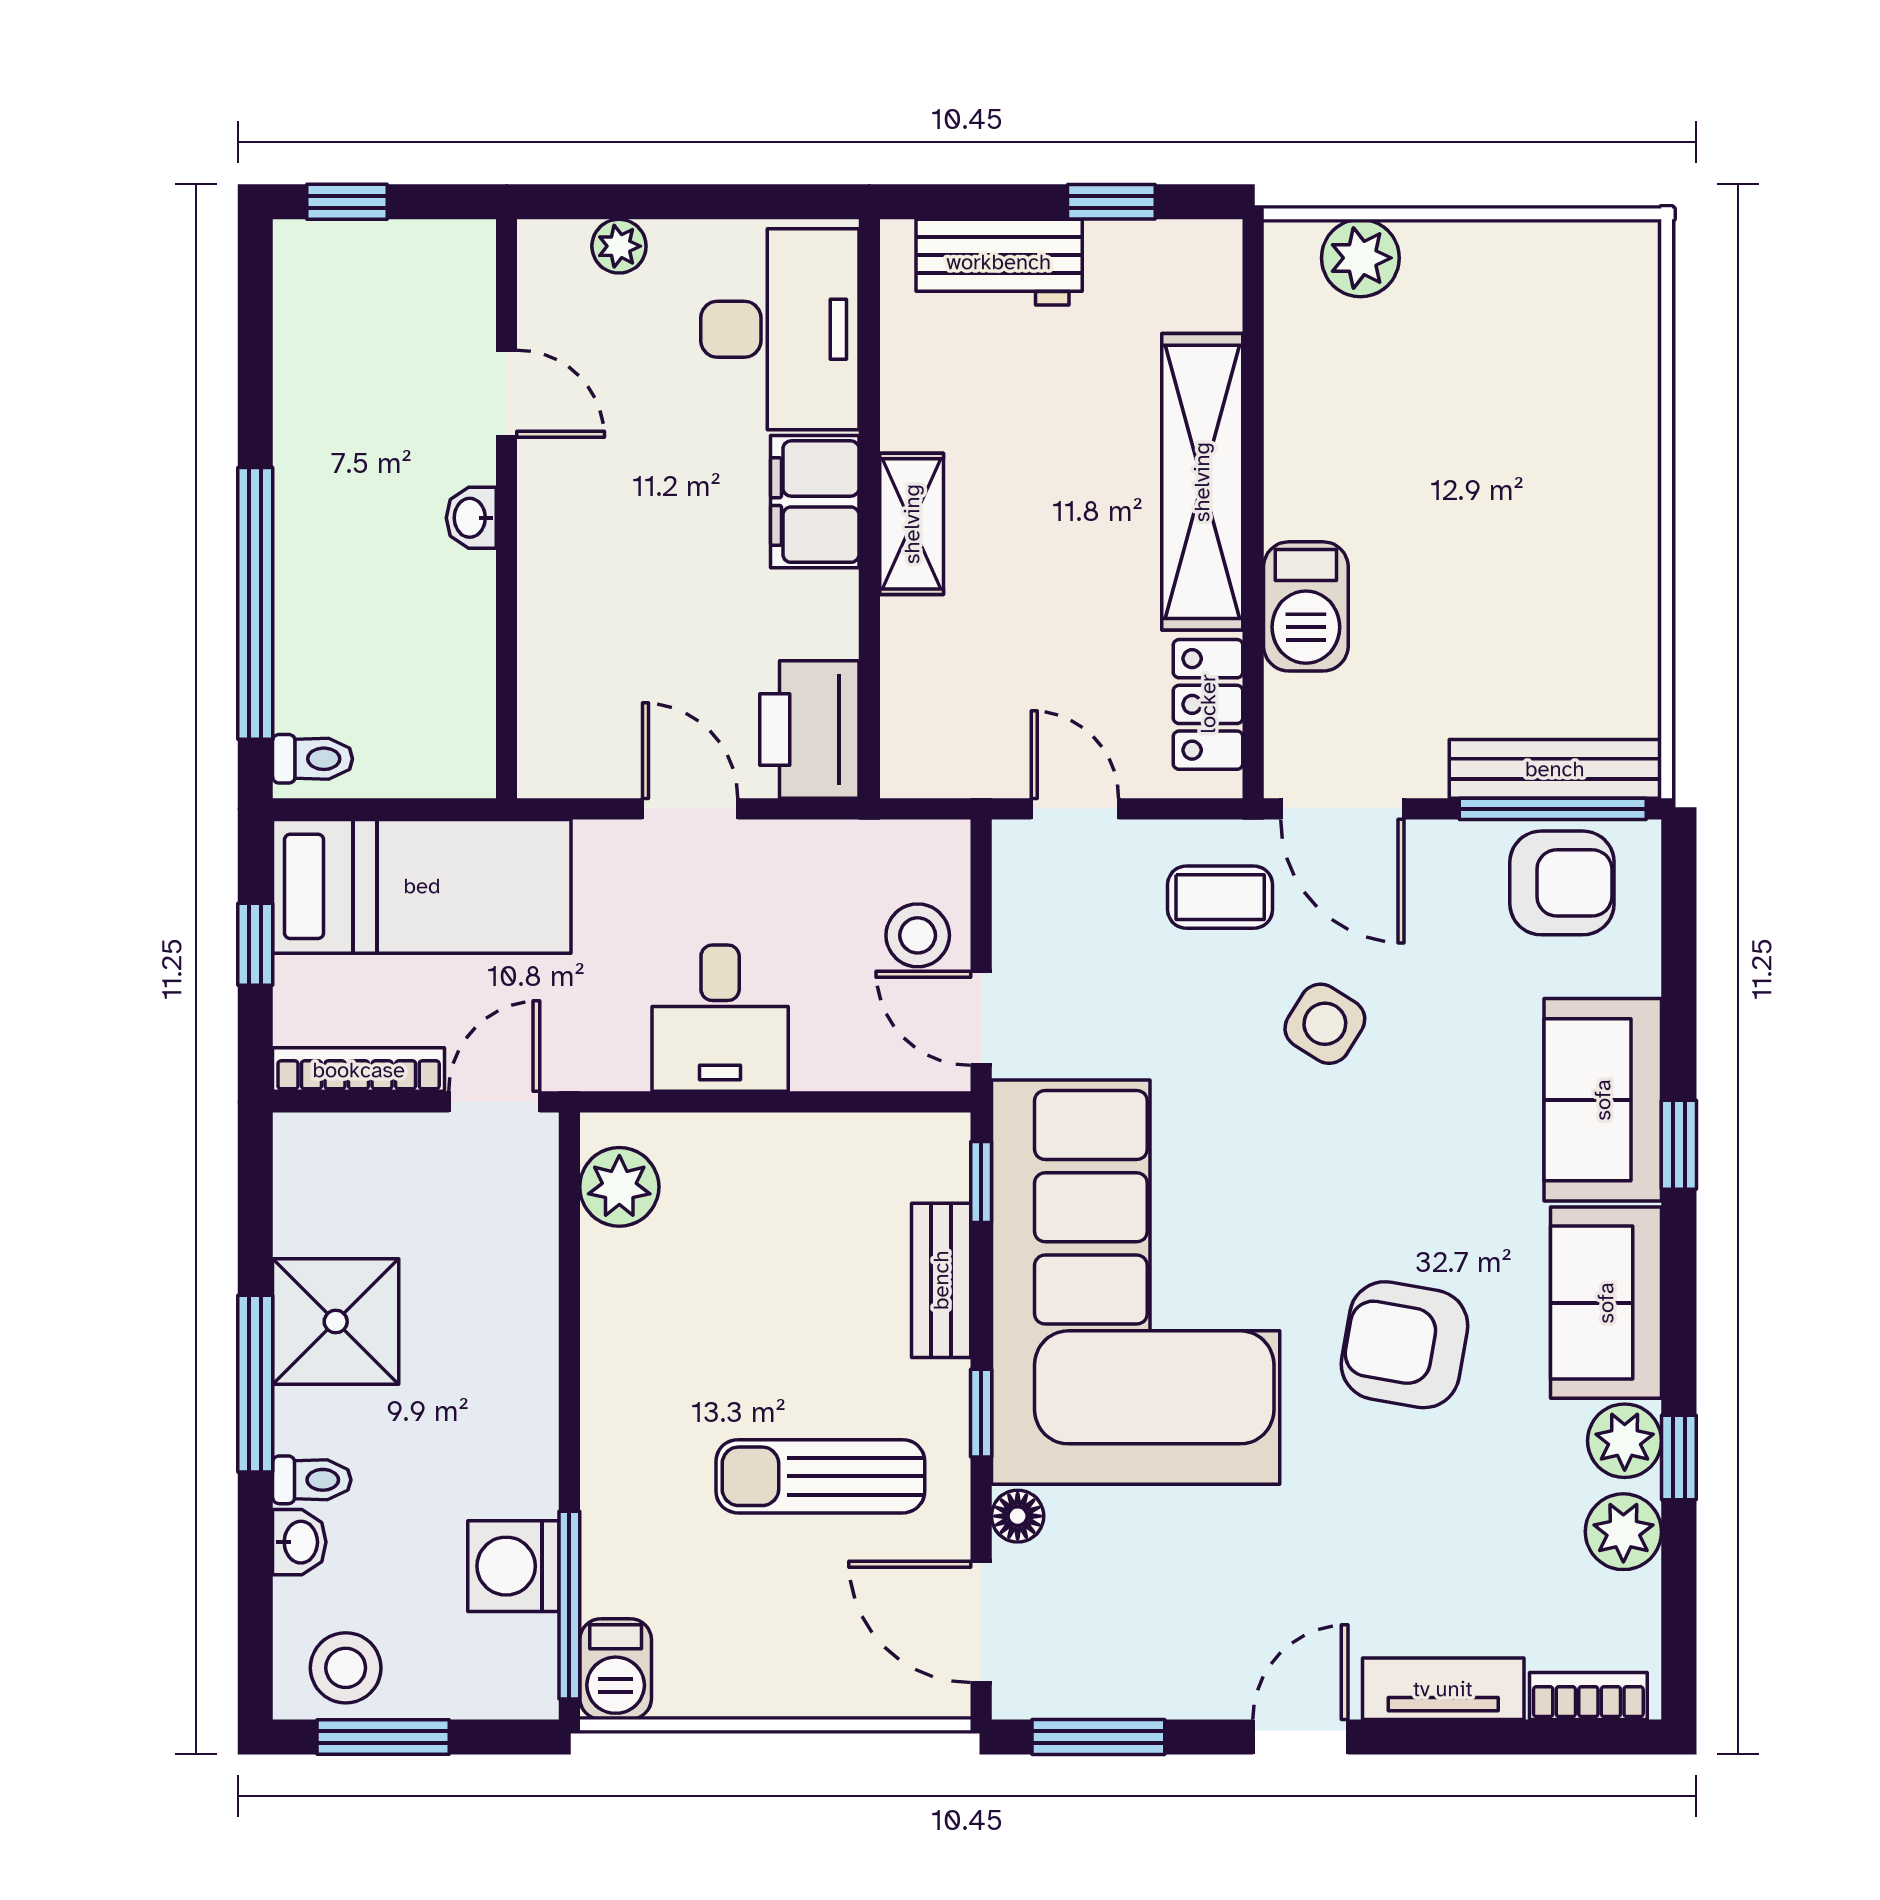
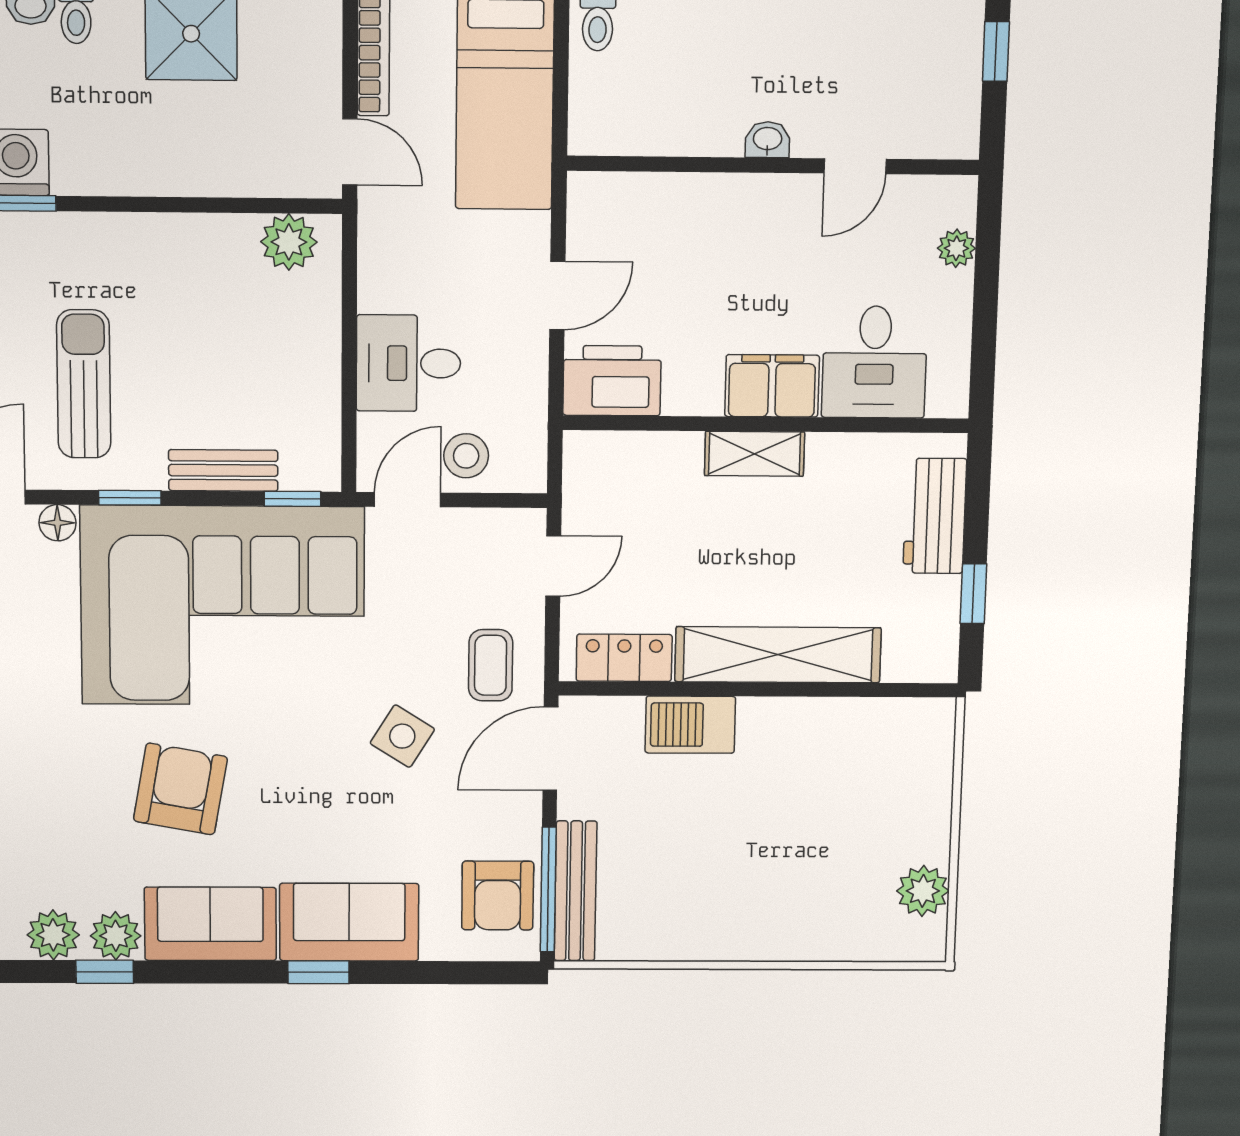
plant: (1360, 258) -> (923, 891), moved
desk: (780, 329) -> (875, 362), width x0.73
desk: (720, 1018) -> (408, 363), moved

